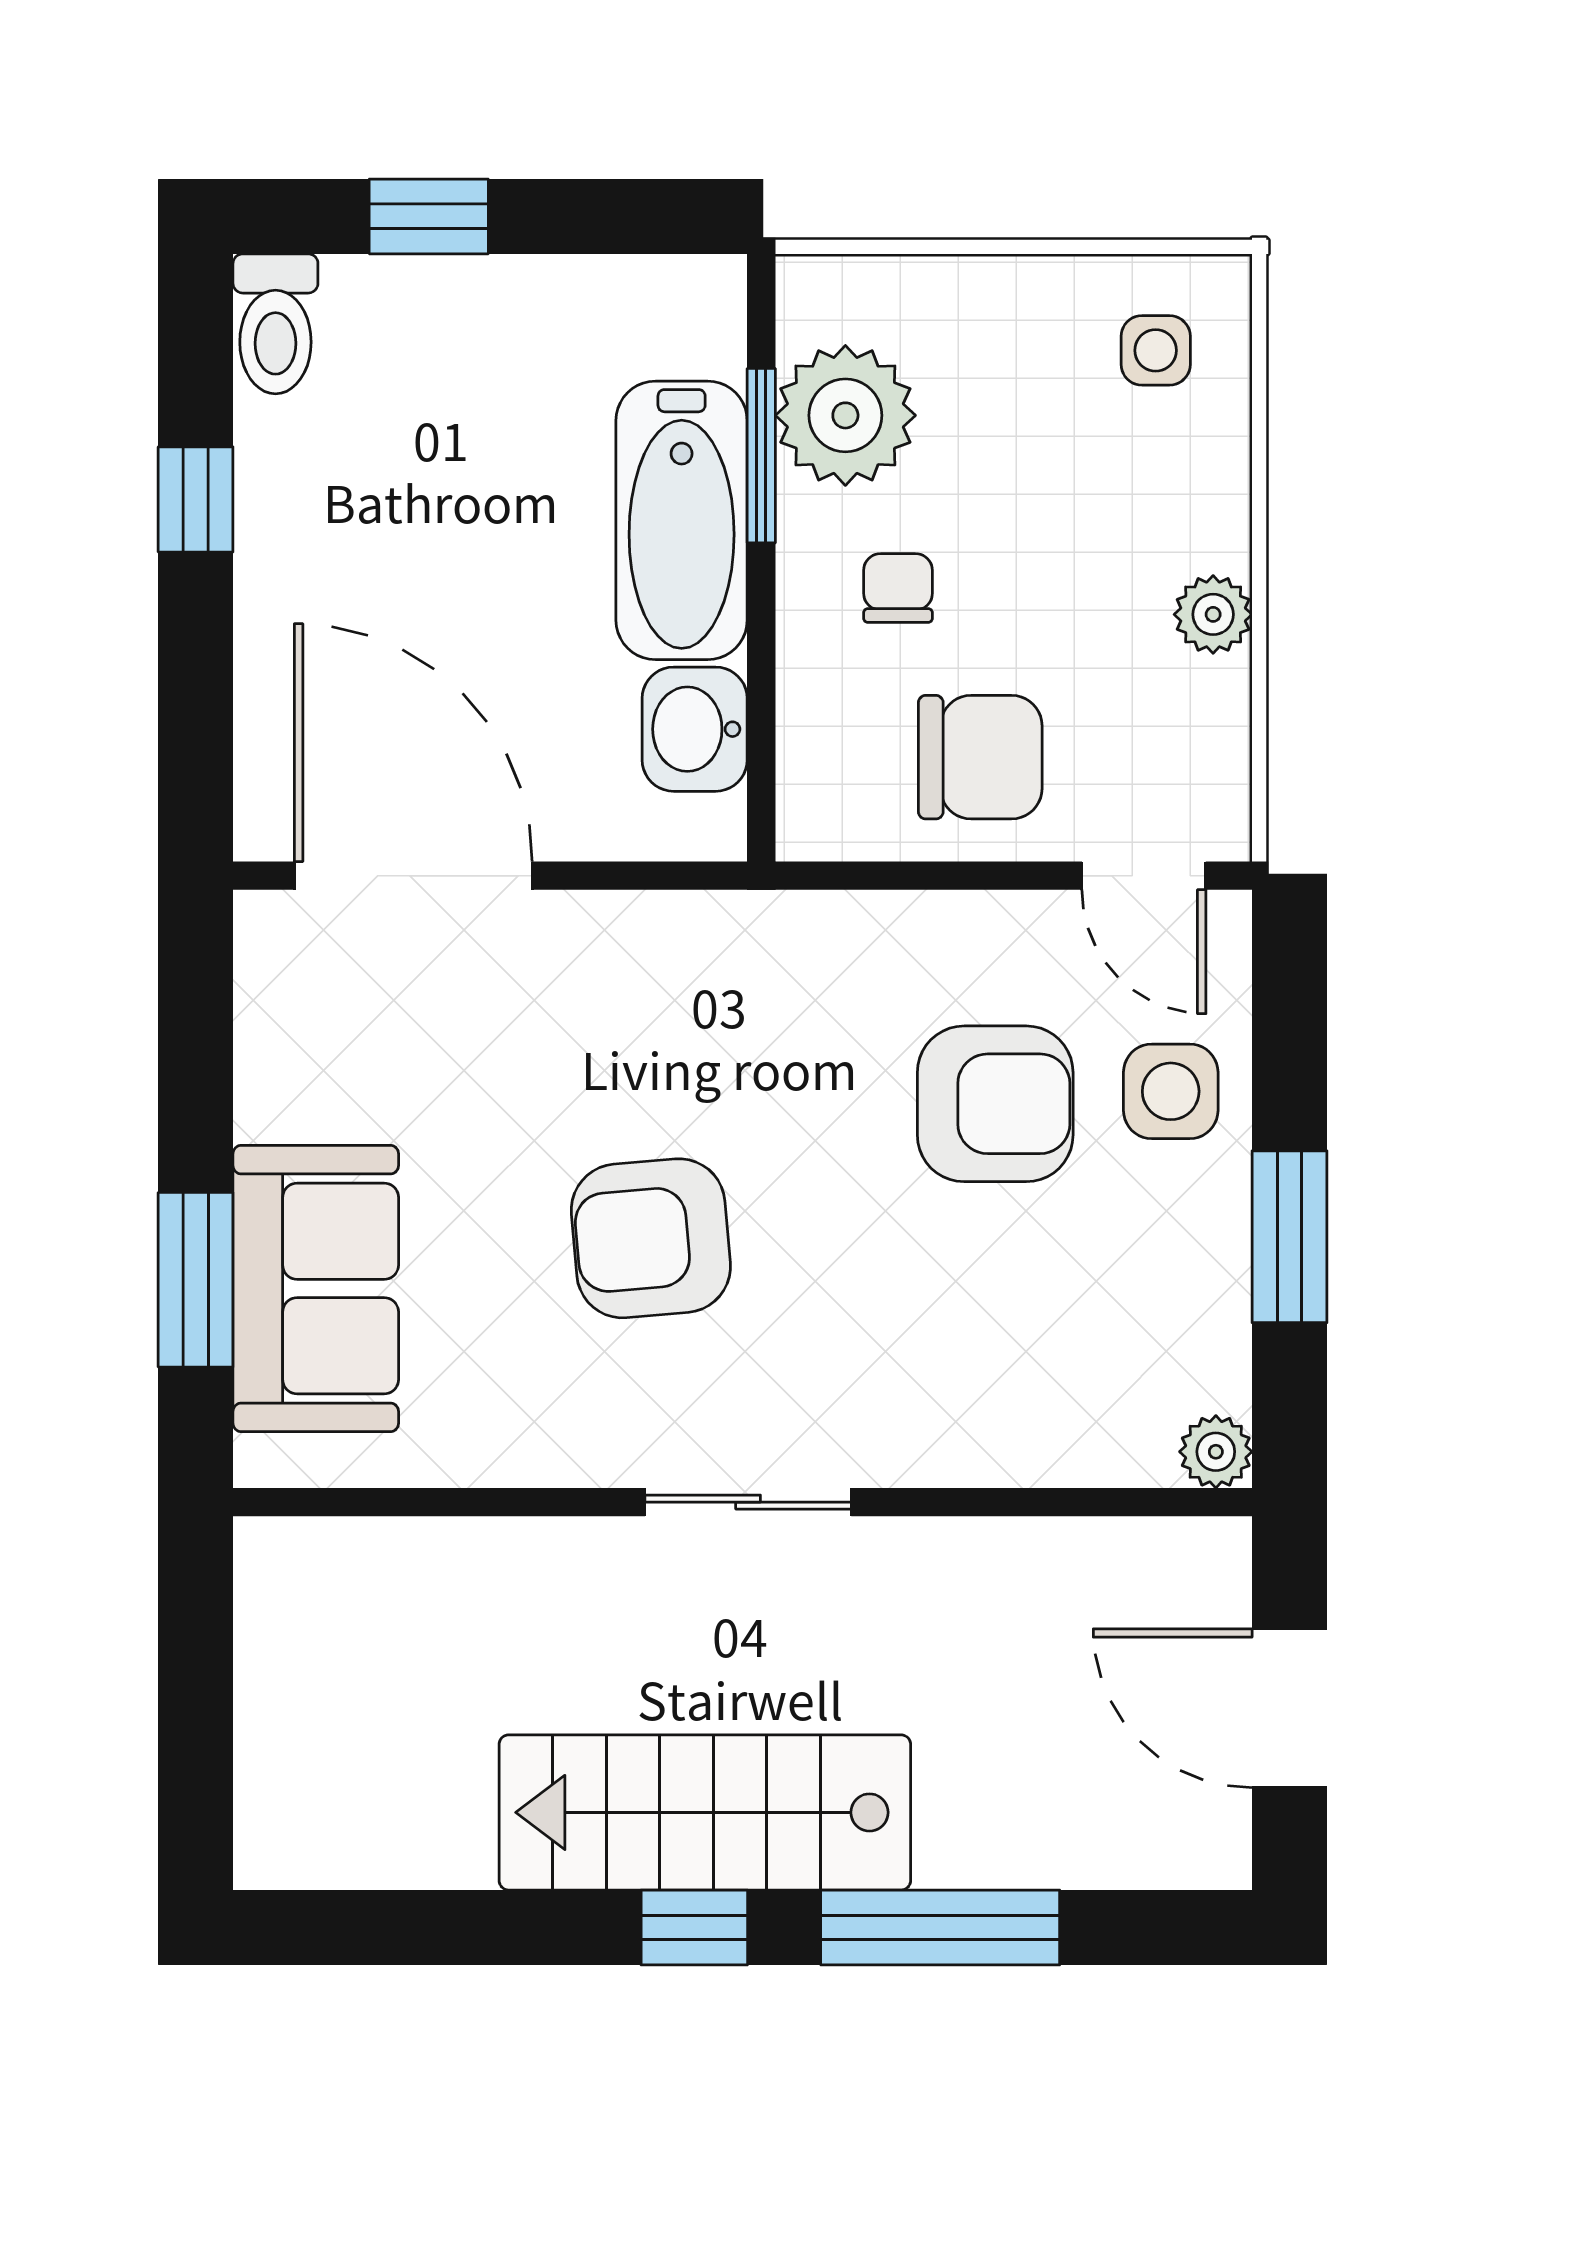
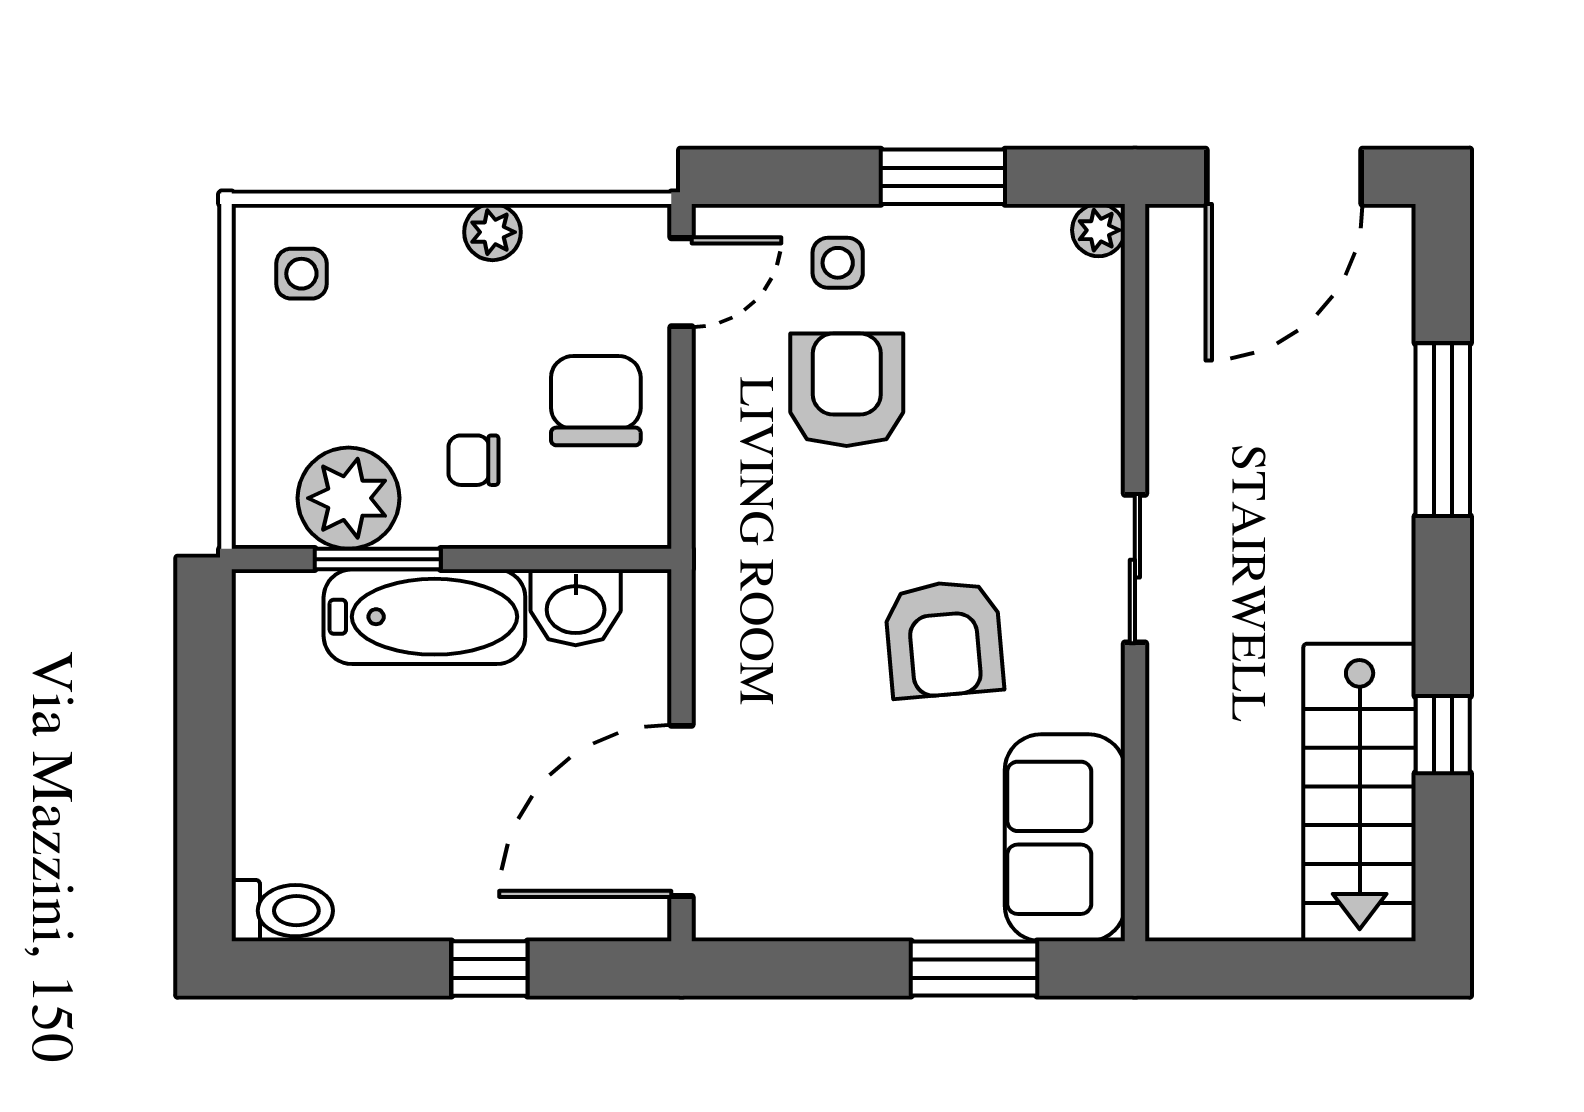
window: (429, 216) -> (205, 800), removed
window: (196, 499) -> (490, 968), moved
side table: (1171, 1091) -> (838, 263), width x0.73, depth x0.73
sofa: (316, 1288) -> (1065, 838), moved, turned -90
door: (1290, 1708) -> (1284, 177), width x1.36
stairs: (705, 1812) -> (1360, 792), moved
window: (694, 1928) -> (1443, 735), moved

